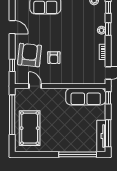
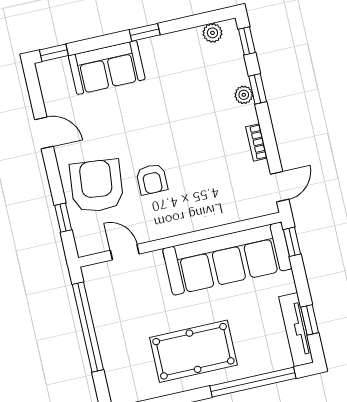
sofa: (86, 97) -> (227, 259), width x1.36, depth x1.27
pool table: (30, 128) -> (193, 351), moved, turned 90
window: (108, 133) -> (310, 320), width x0.46

